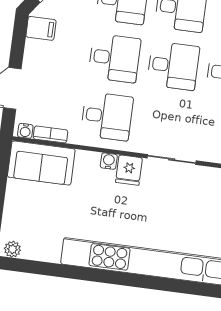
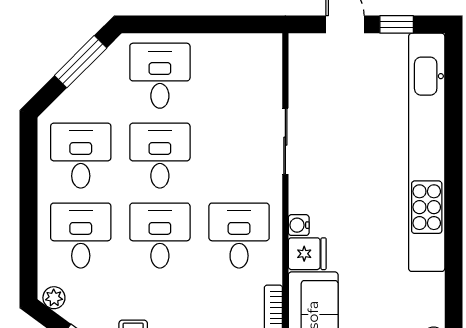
fridge: (129, 170) -> (307, 254), moved

